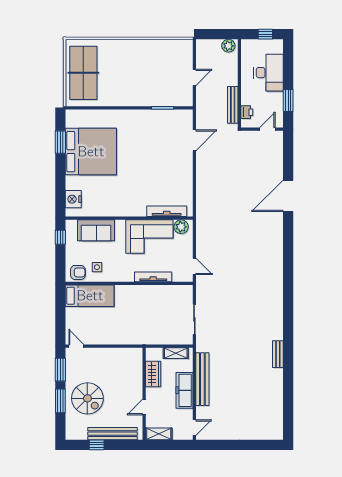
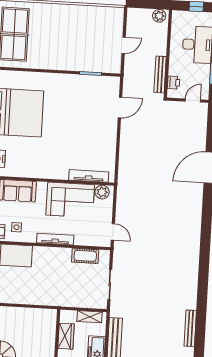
tv unit: (153, 277) -> (55, 239), moved
cot: (168, 292) -> (85, 256), added
bench: (278, 354) -> (190, 328), width x1.36

